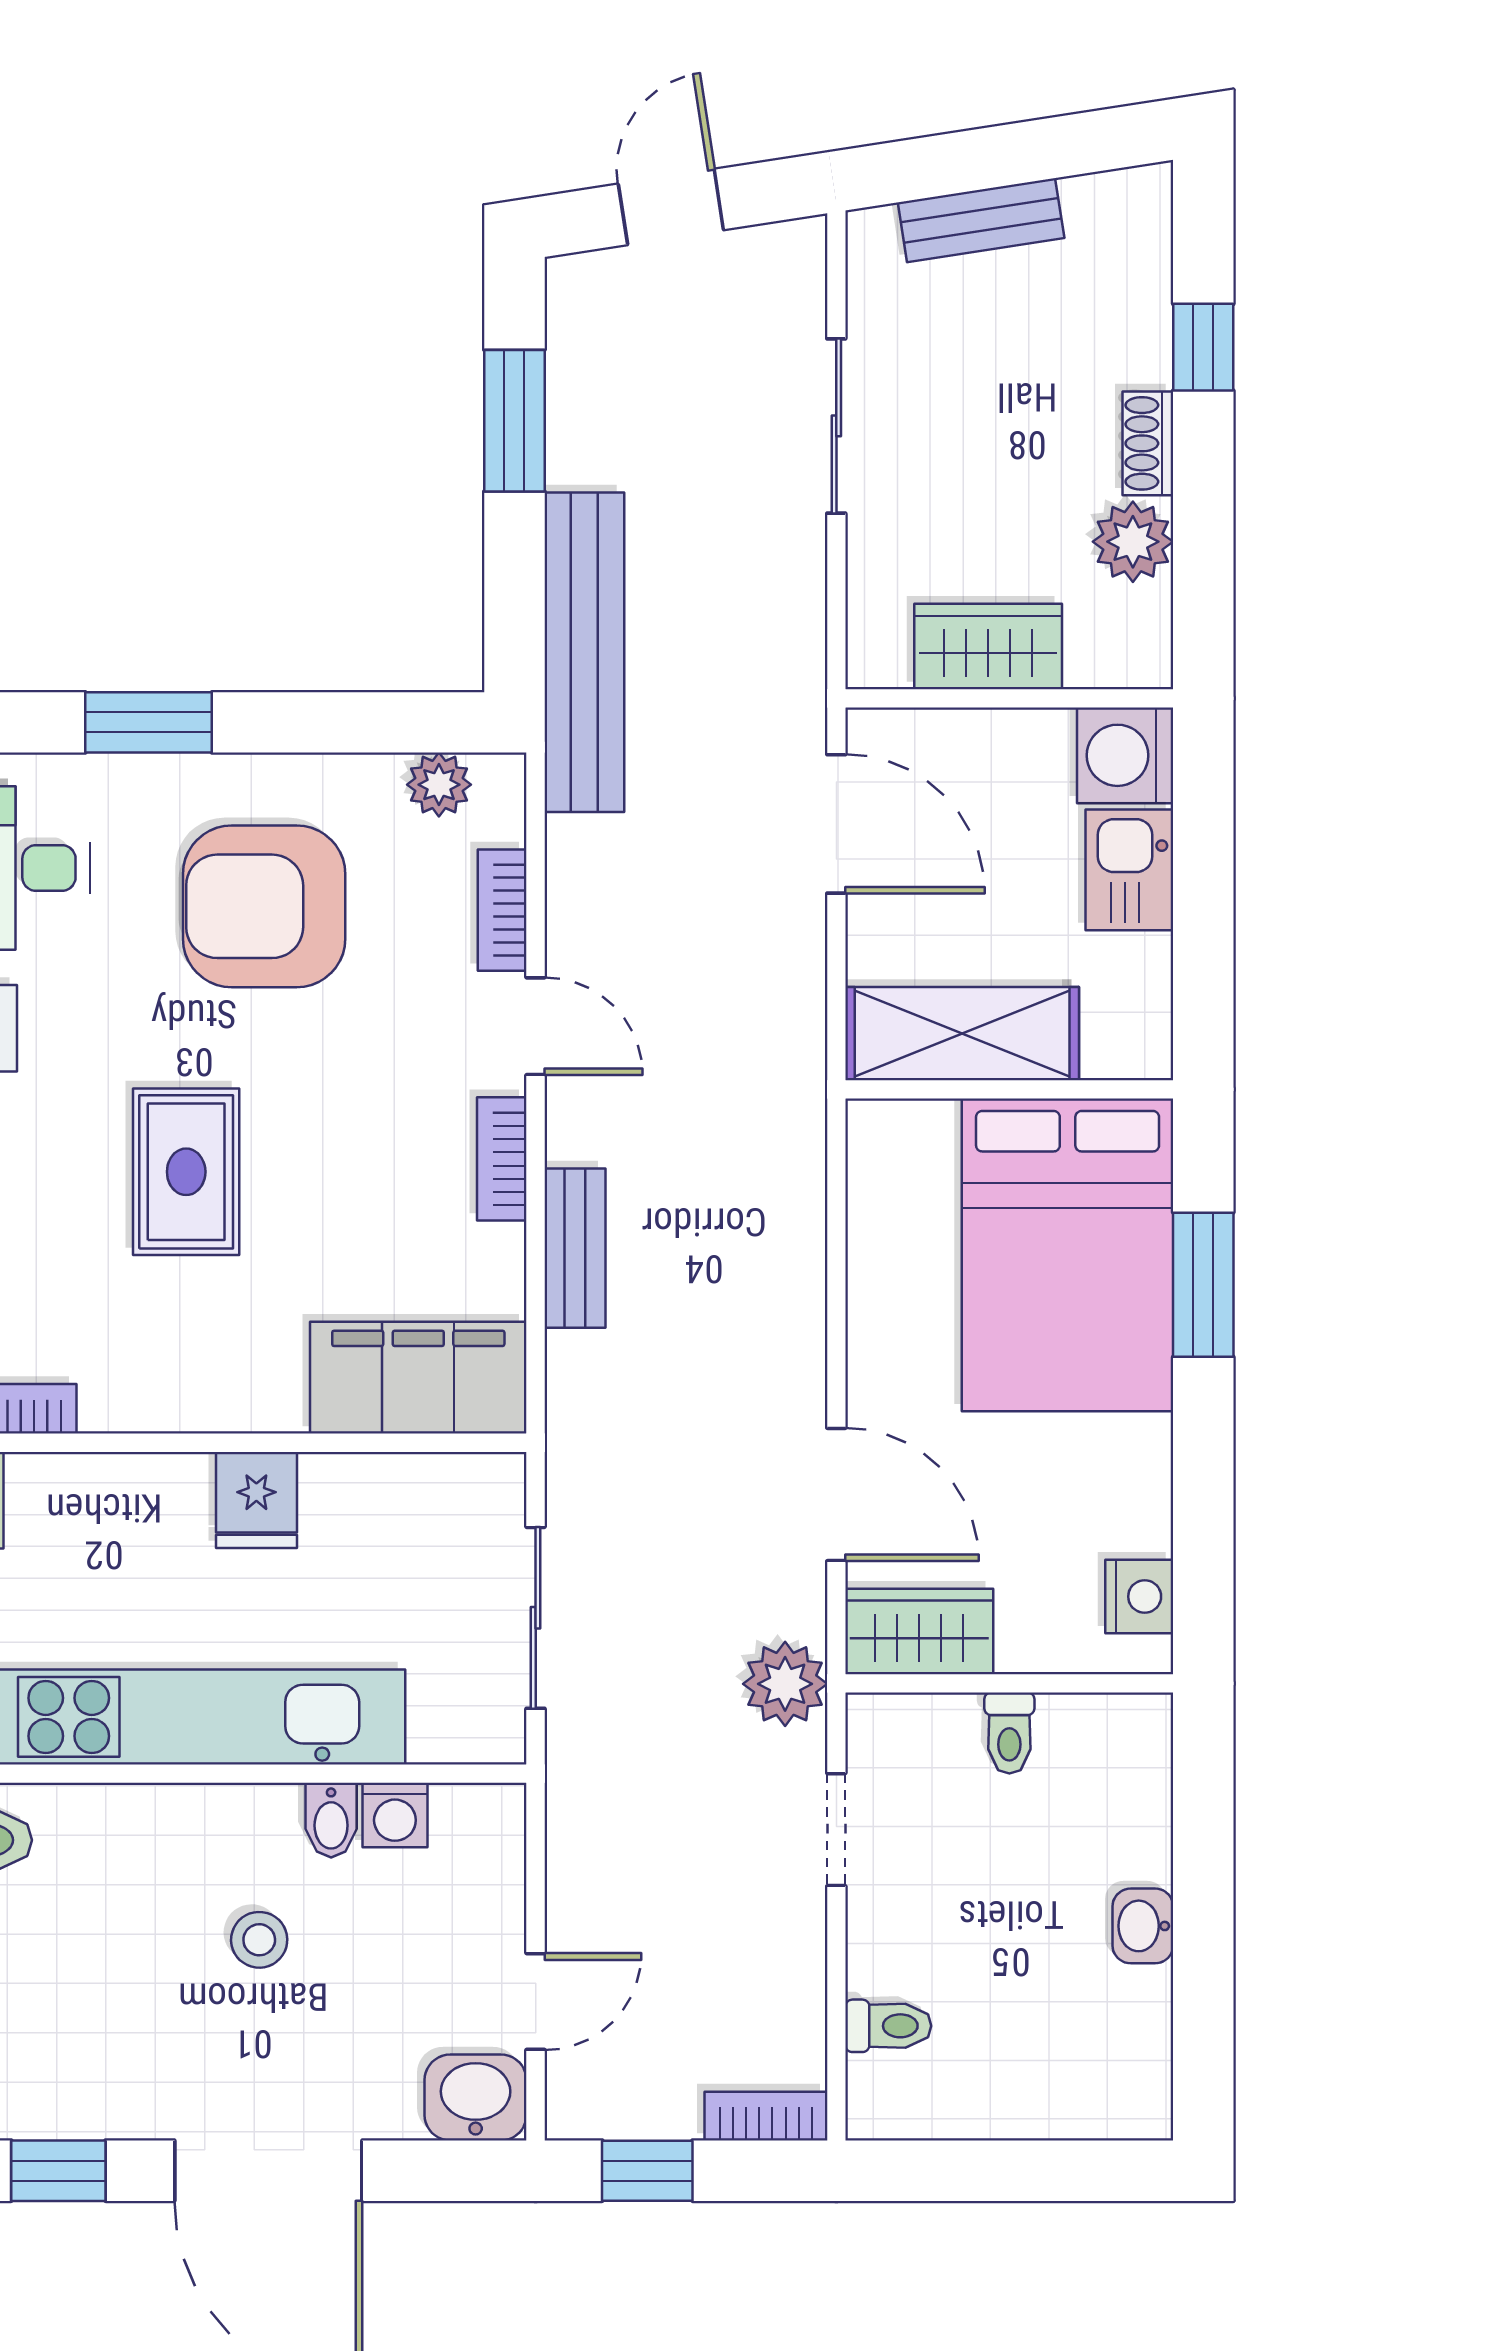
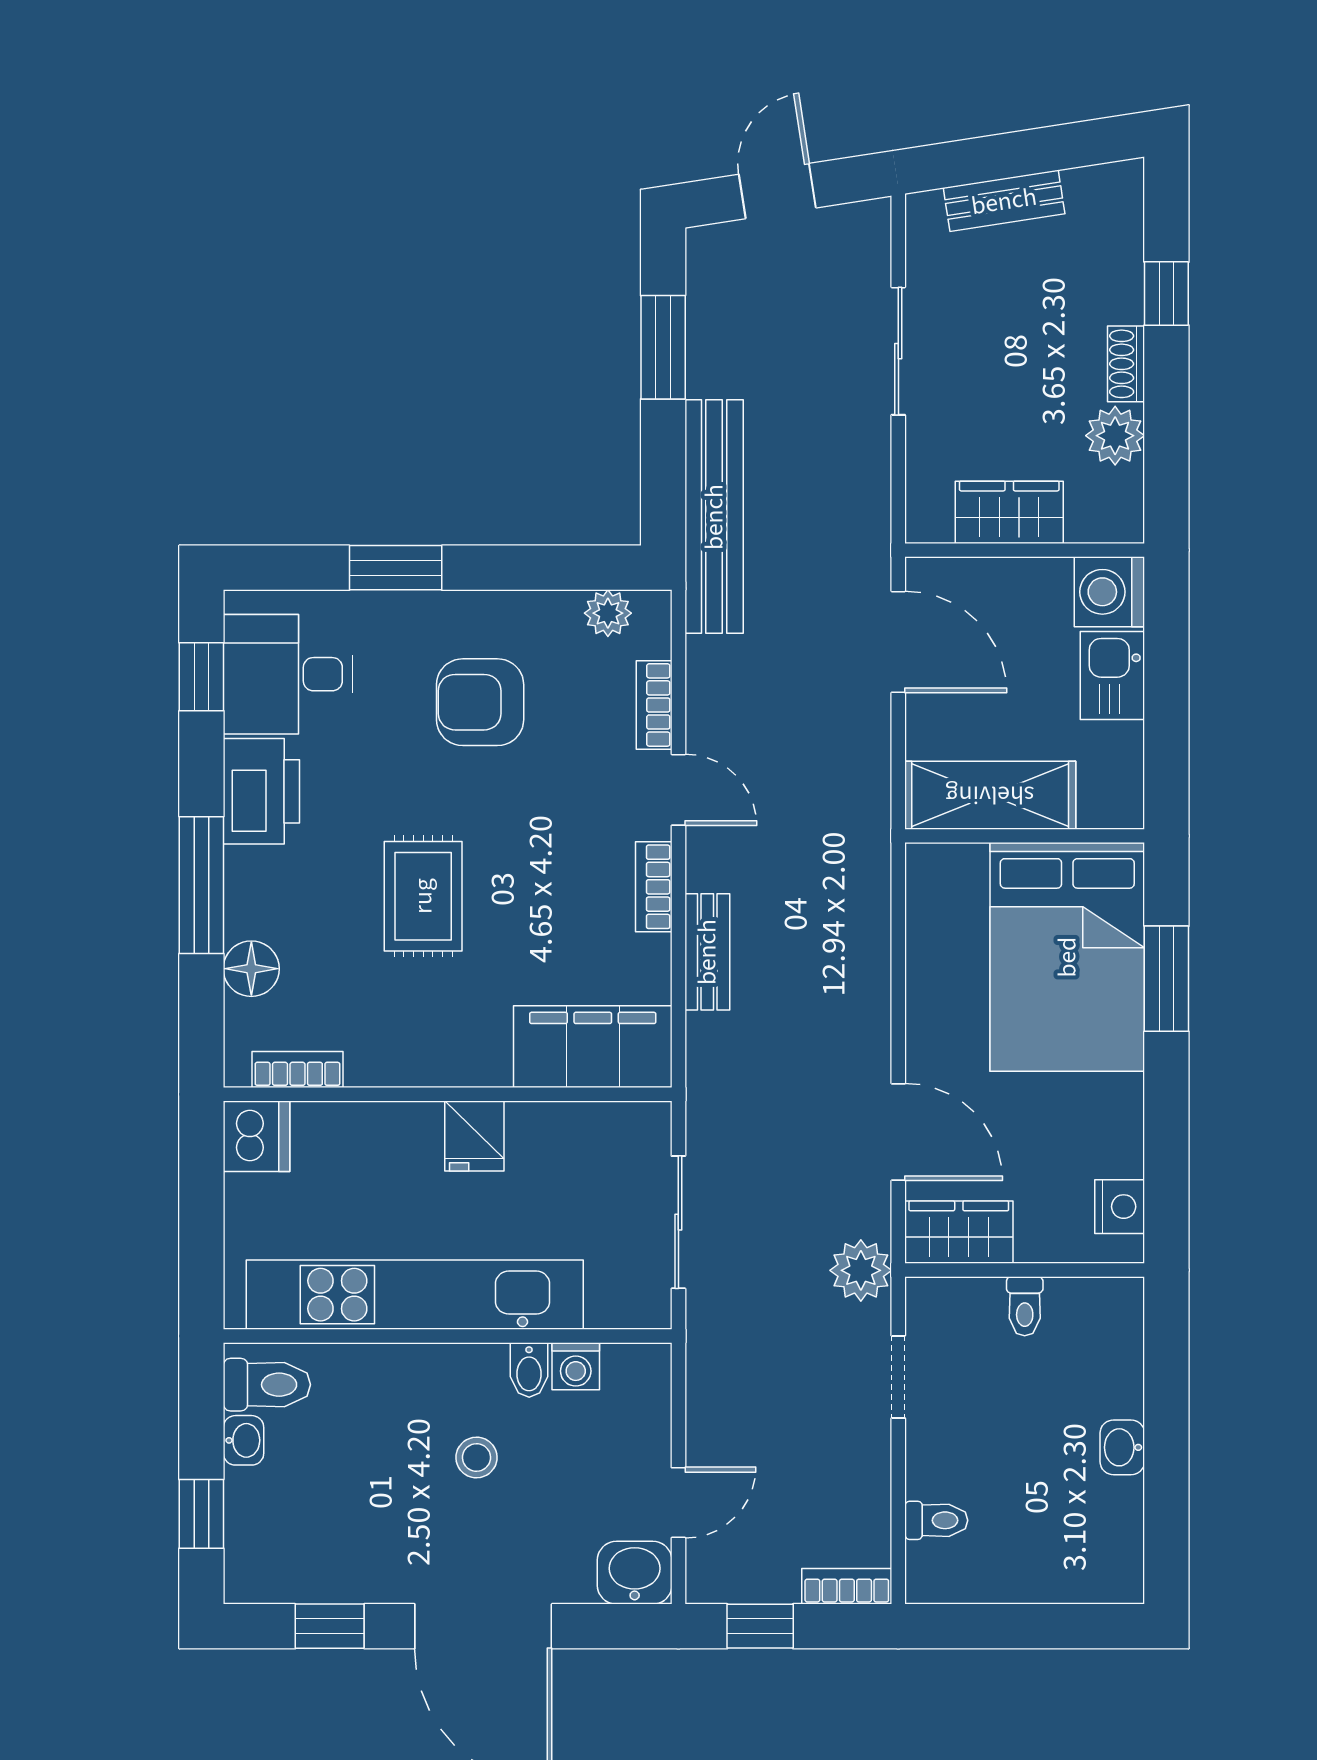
armchair: (264, 906) -> (480, 702), width x0.73, depth x0.73

